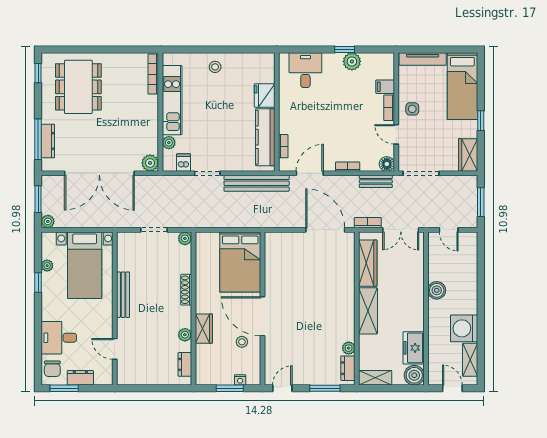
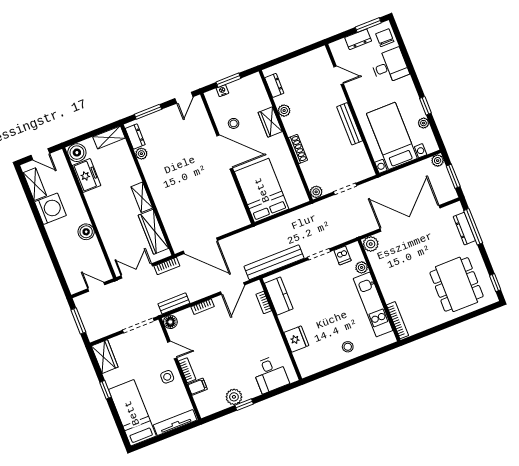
kitchen counter: (265, 137) -> (279, 296), width x0.67
shelving: (368, 311) -> (142, 197), width x0.67, depth x0.75

